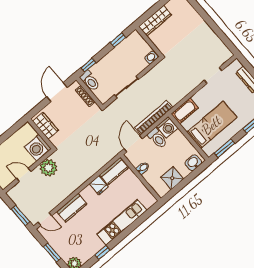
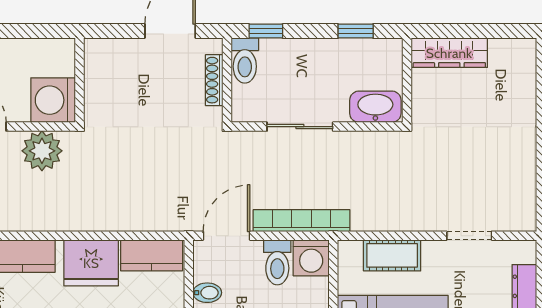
washbasin: (151, 57) -> (375, 107), width x1.91, depth x1.45
cot: (185, 111) -> (392, 255), moved
wardrobe: (46, 126) -> (100, 73), removed
fridge: (99, 185) -> (91, 263), width x1.88, depth x1.34

